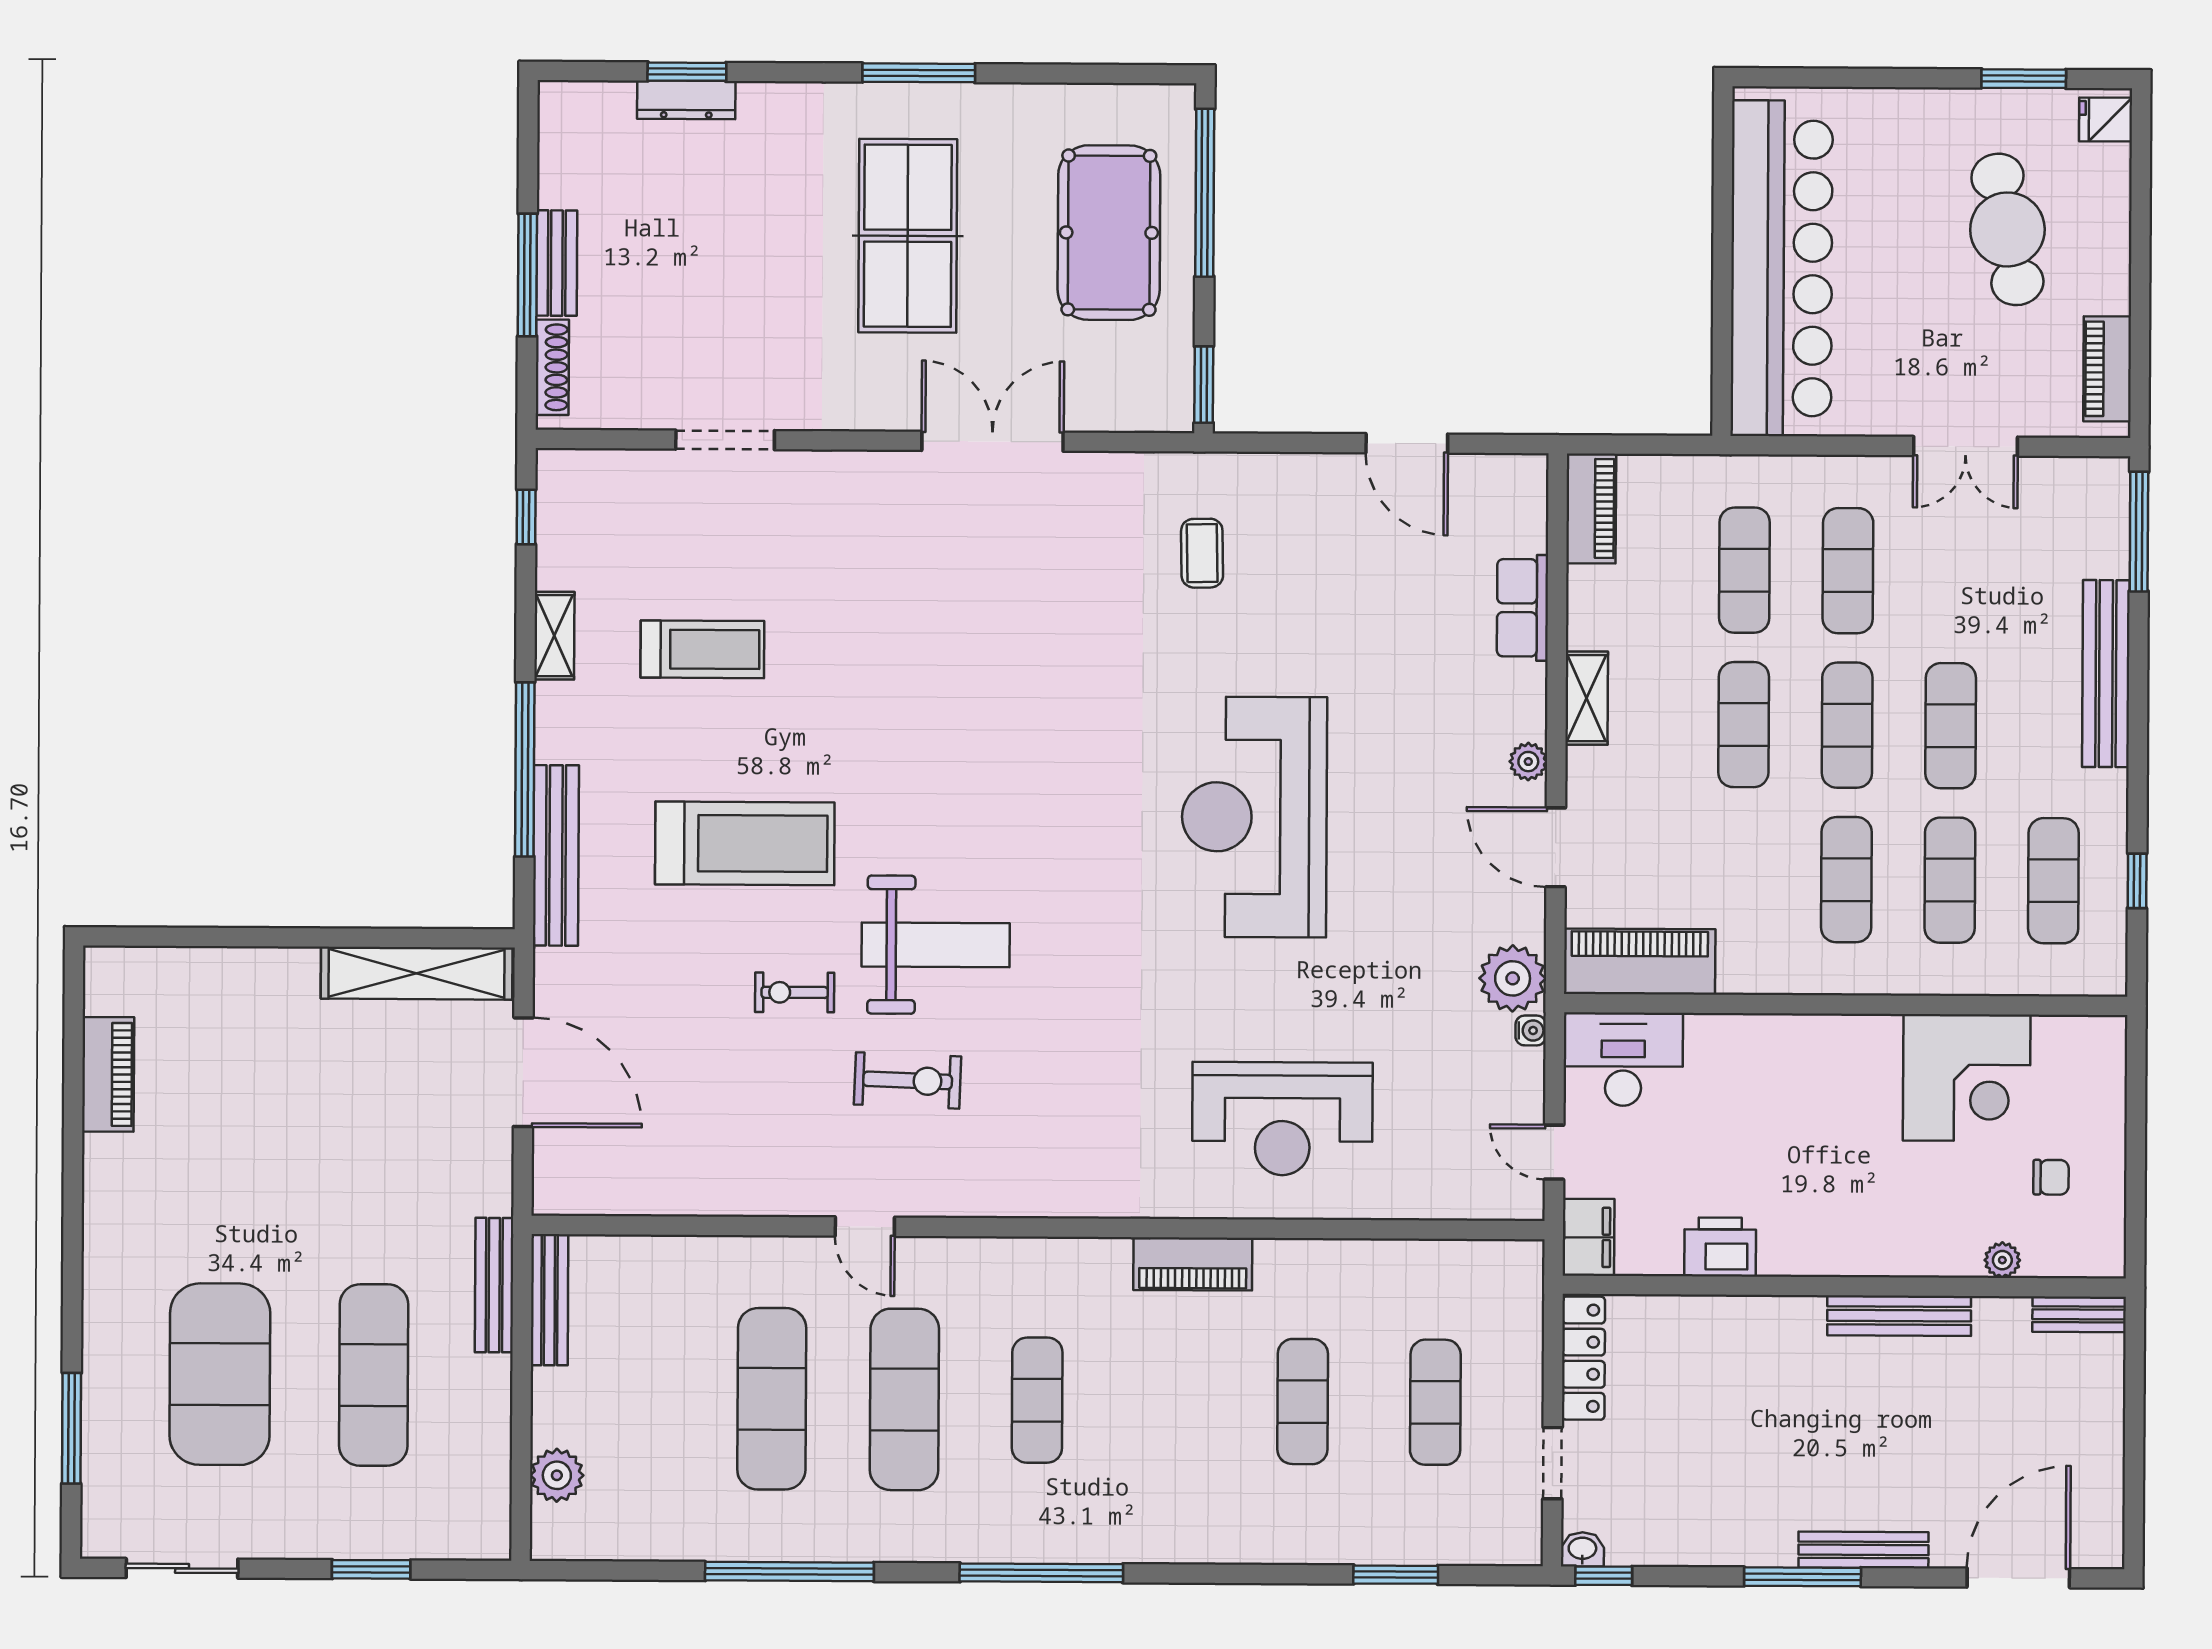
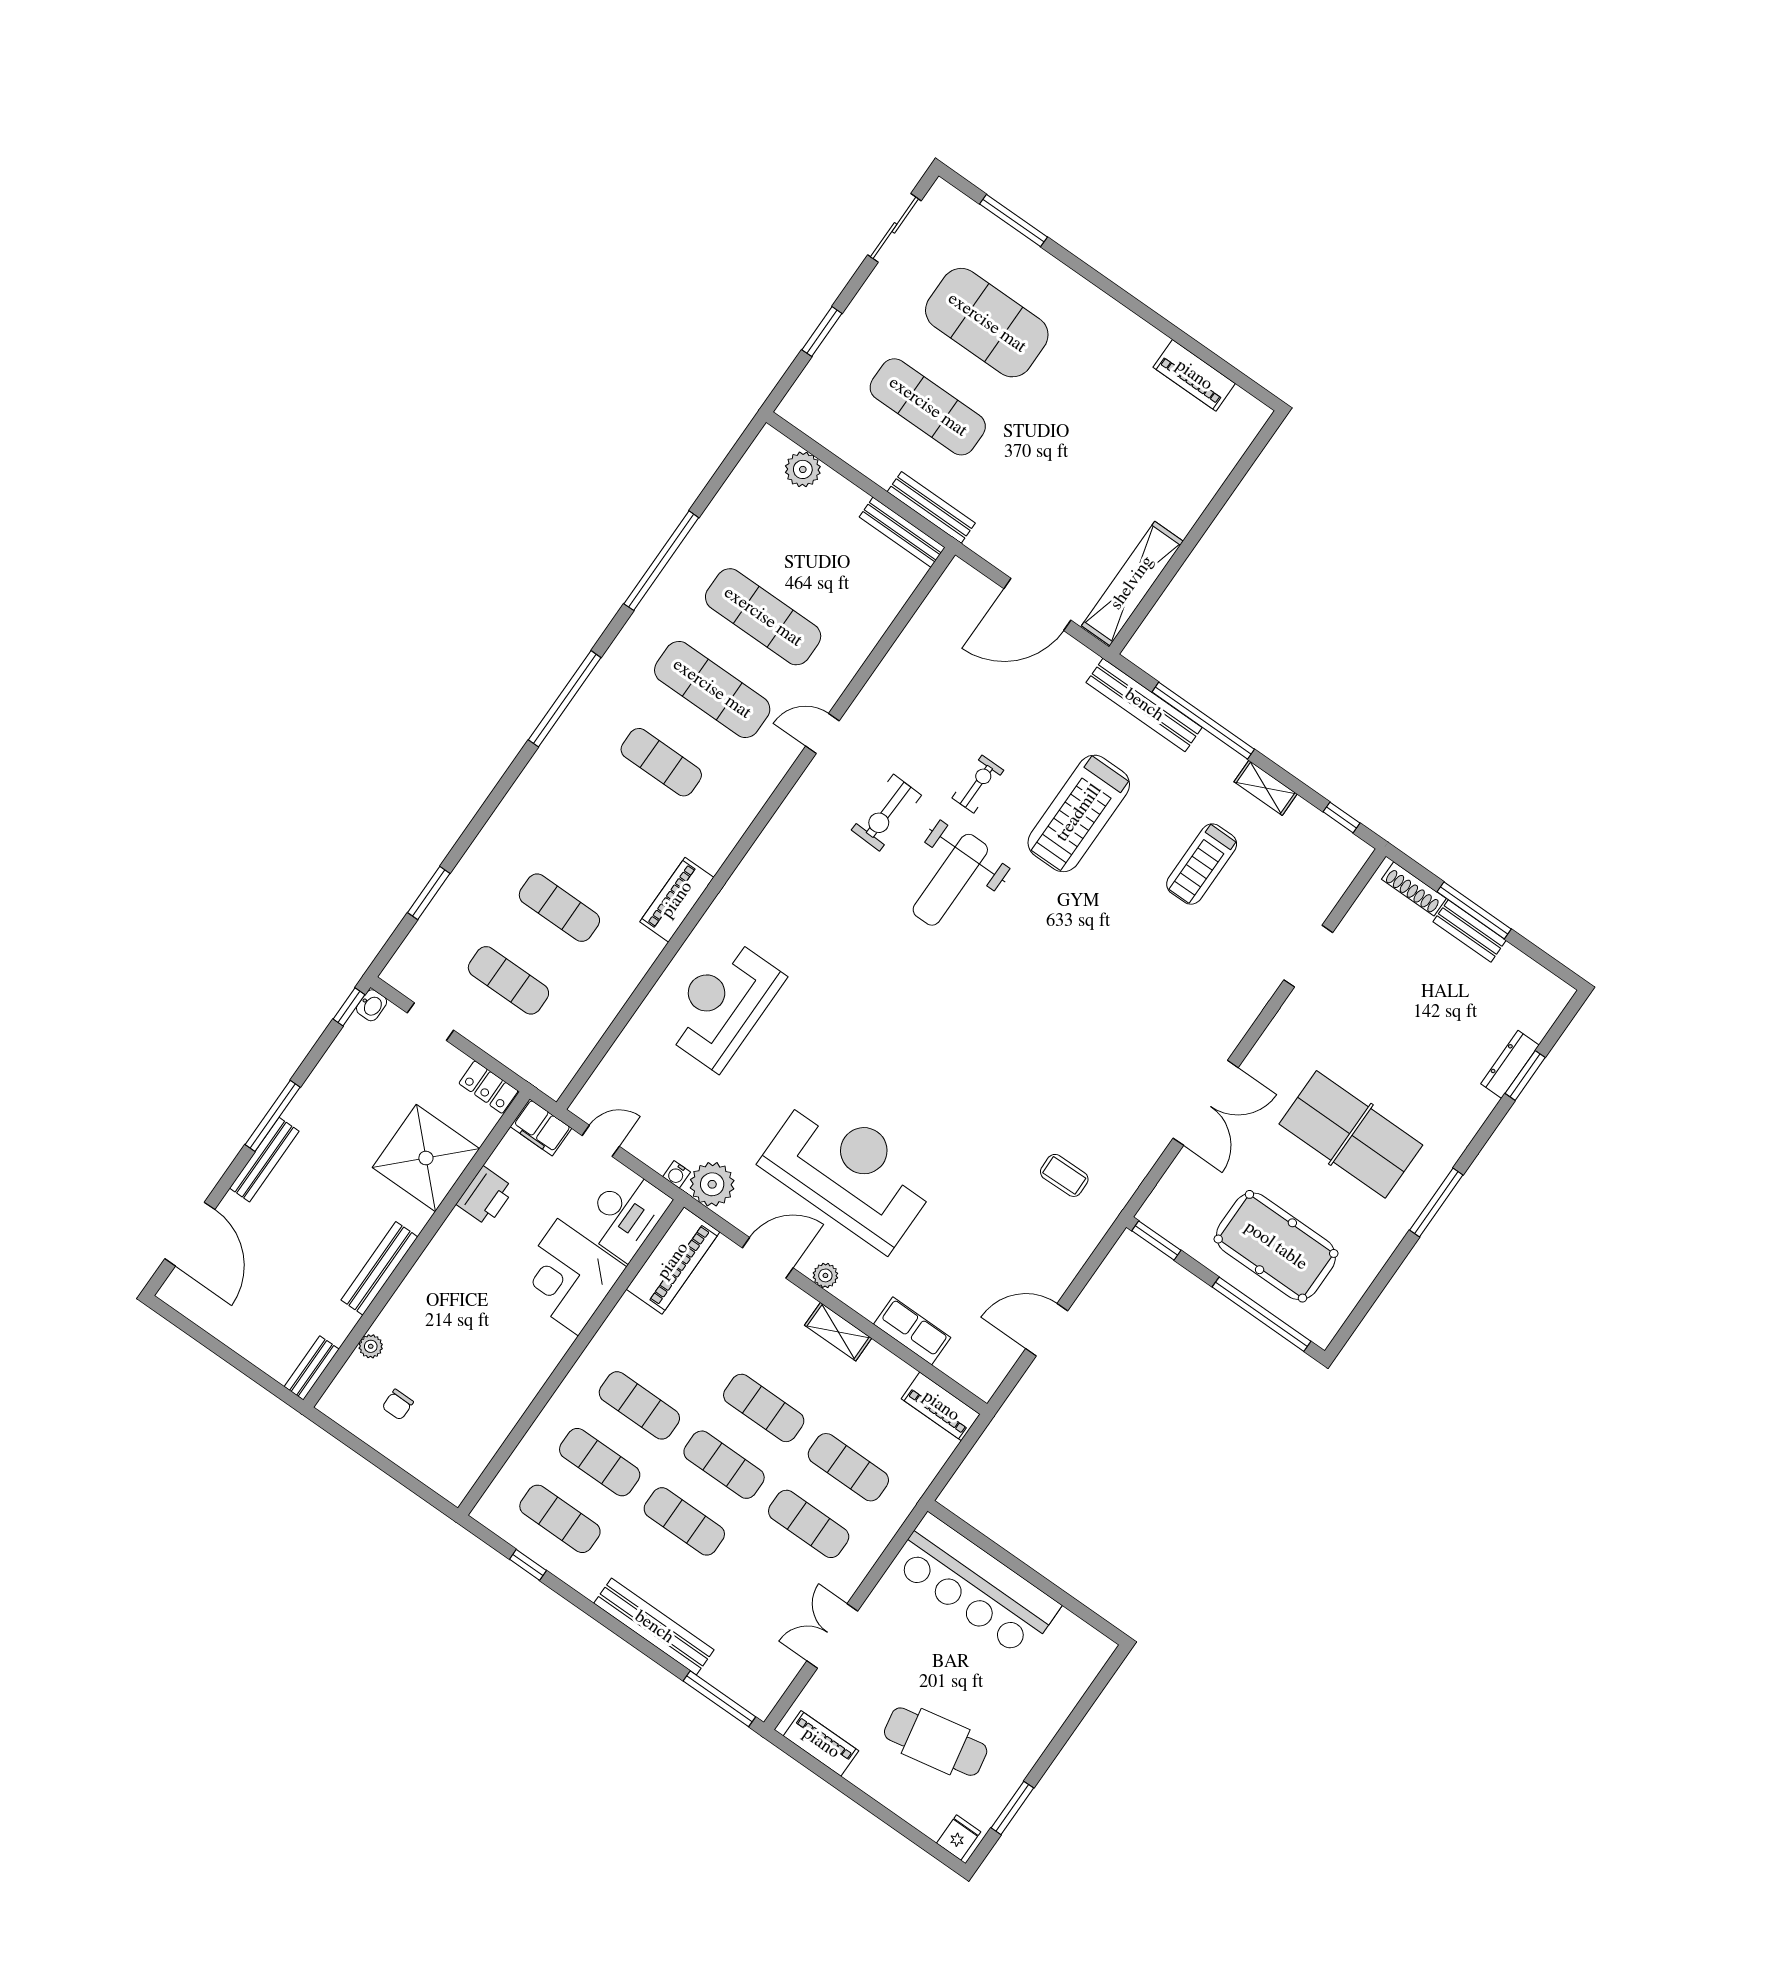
bar counter: (1782, 268) -> (976, 1585), width x0.73
reception desk: (1254, 817) -> (849, 1171), moved
corner desk: (1967, 1078) -> (568, 1277), moved
shower: (1724, 1352) -> (426, 1158), added
locker: (1583, 1358) -> (488, 1087), width x0.66

